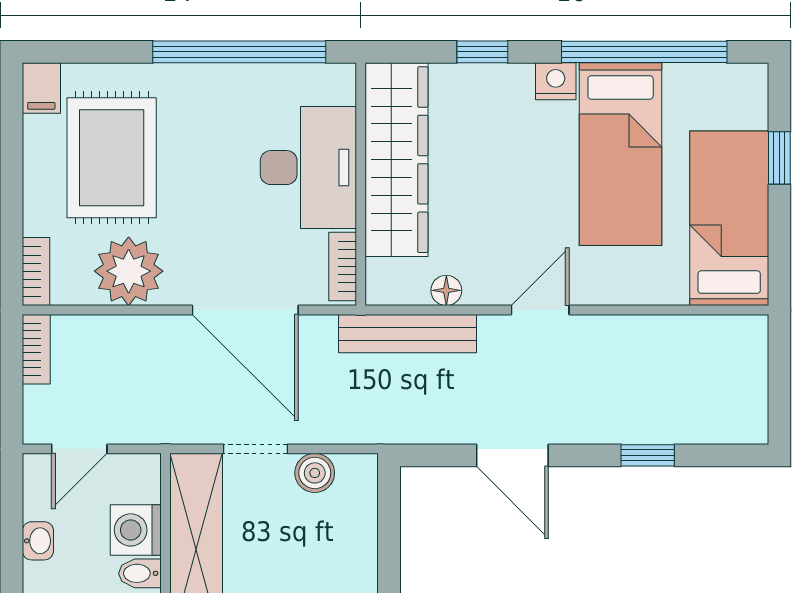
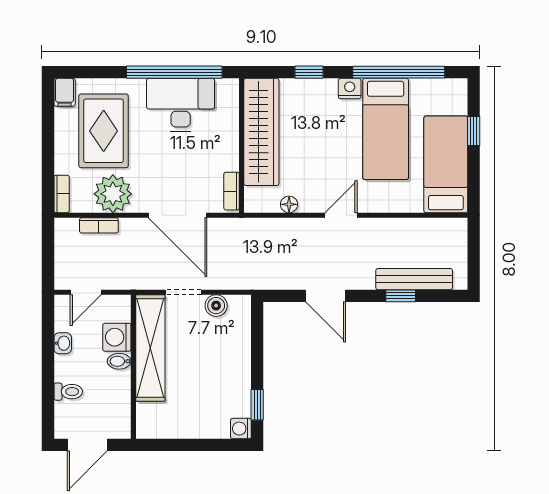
desk: (308, 168) -> (181, 105), moved, turned -90
bench: (407, 334) -> (414, 279), moved
bookcase: (36, 349) -> (99, 225), moved, turned 90

